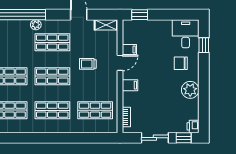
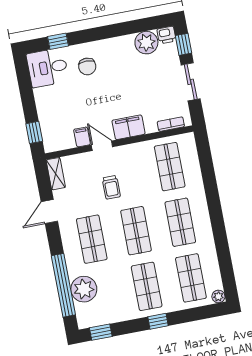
plant: (36, 25) -> (84, 289), moved, width x1.87, depth x1.87
filing cabinet: (130, 85) -> (129, 127), width x2.00
plant: (190, 90) -> (146, 43), moved

